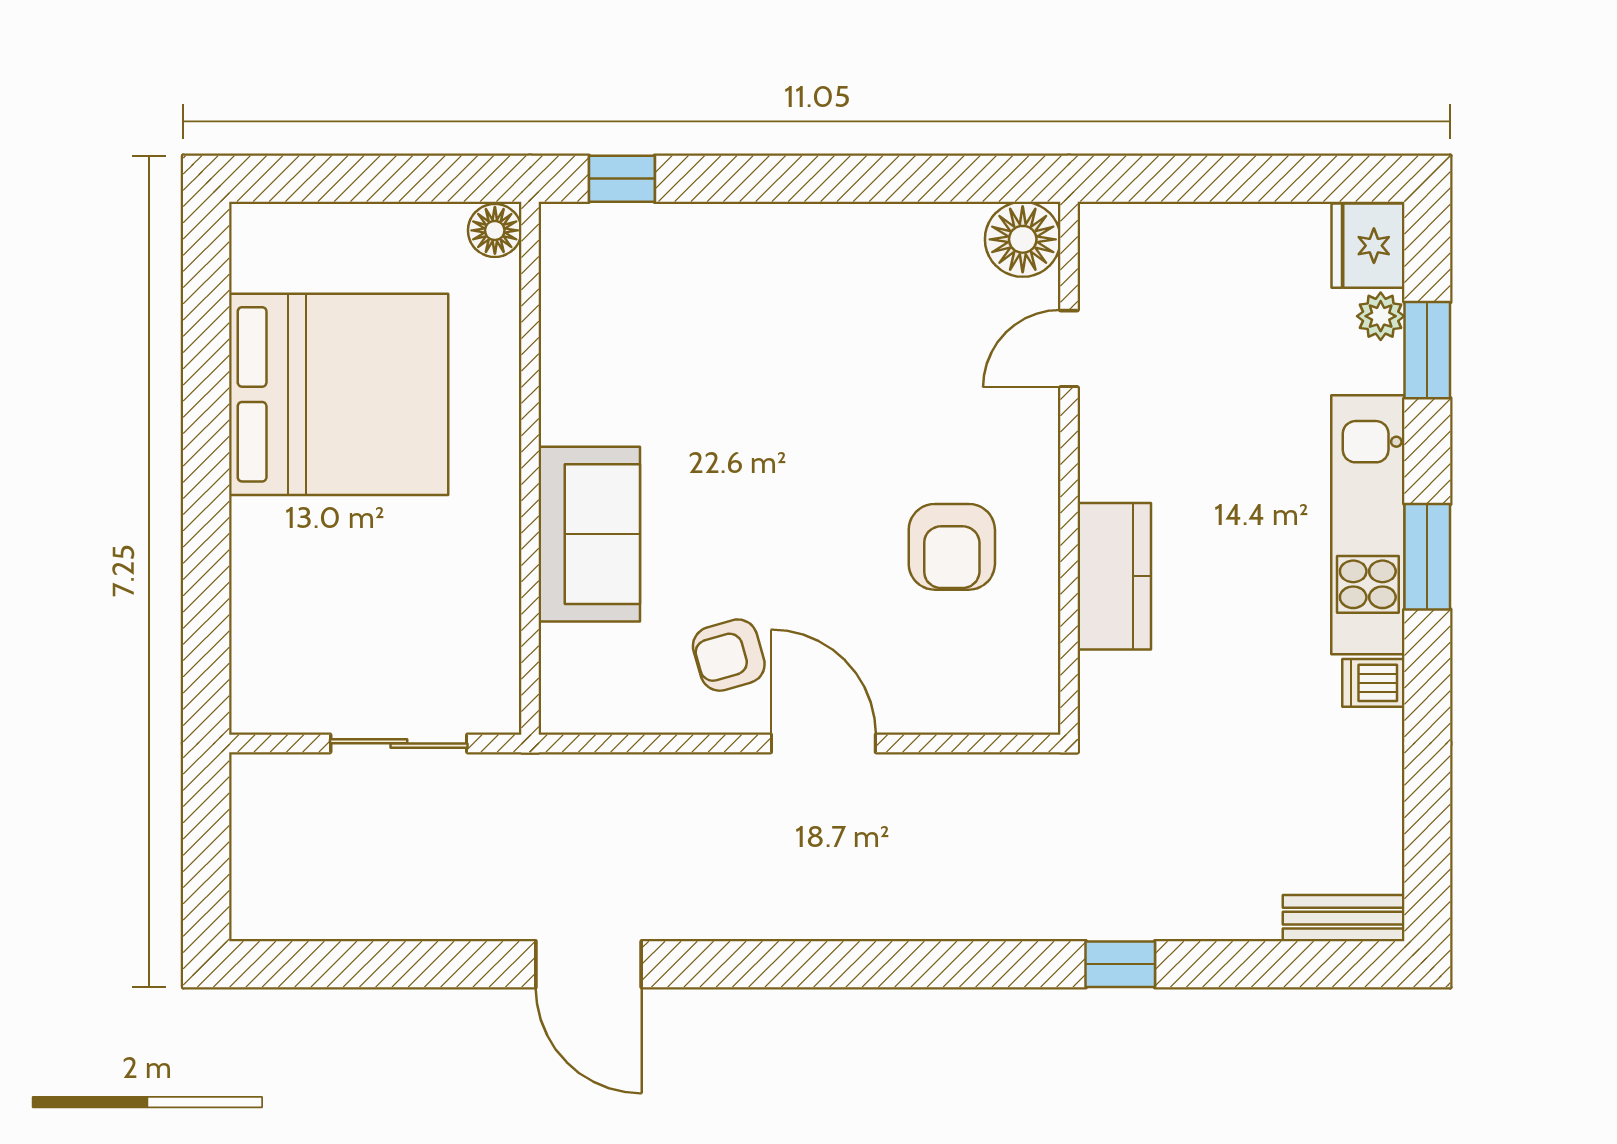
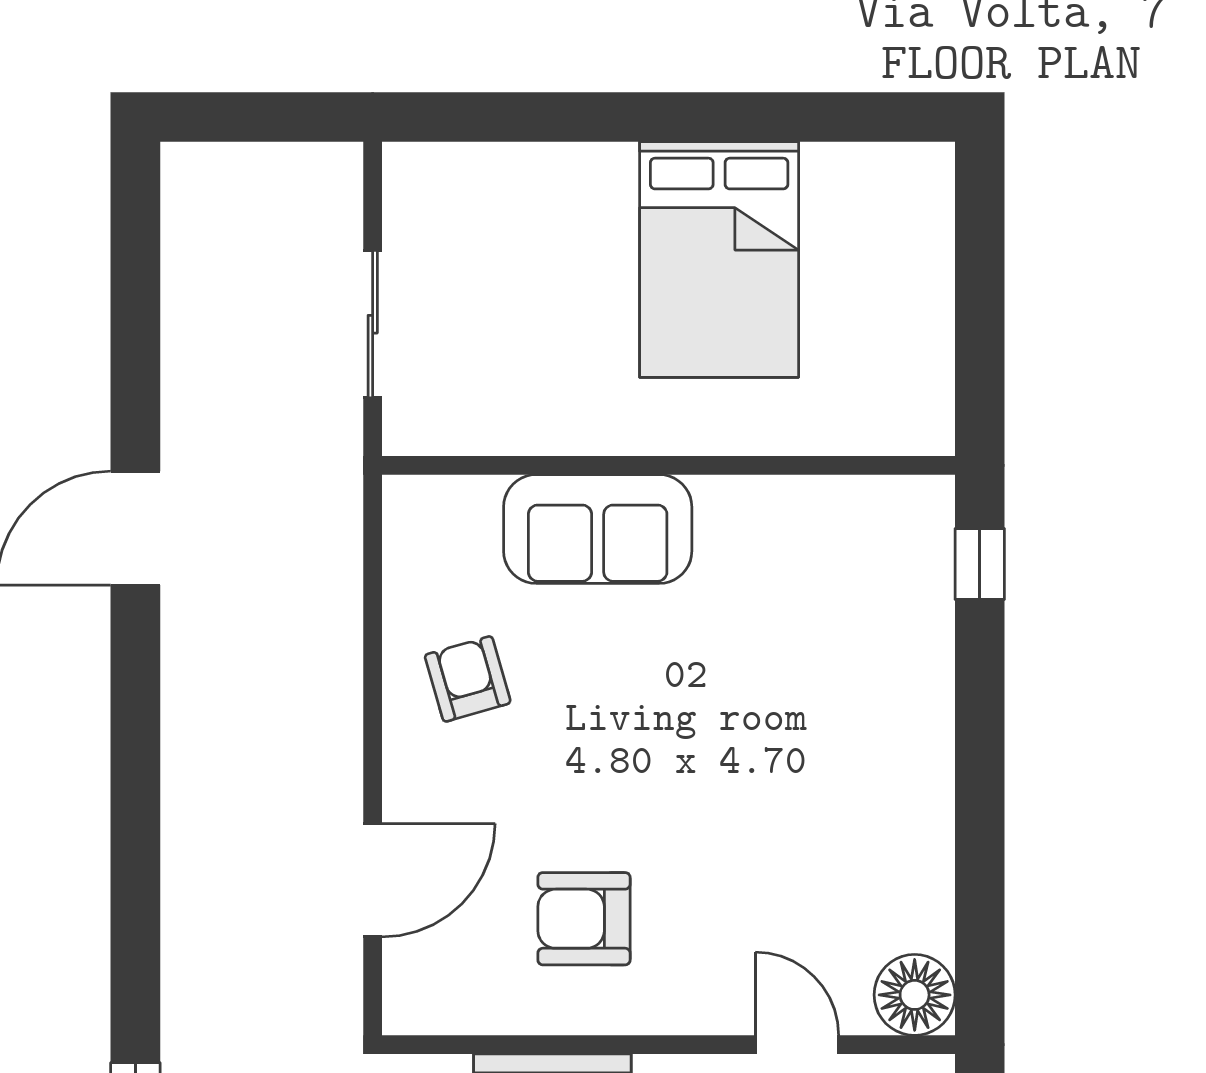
floor lamp: (495, 230) -> (924, 427), removed
bed: (339, 394) -> (719, 260), width x0.73
door: (823, 743) -> (373, 880), moved

